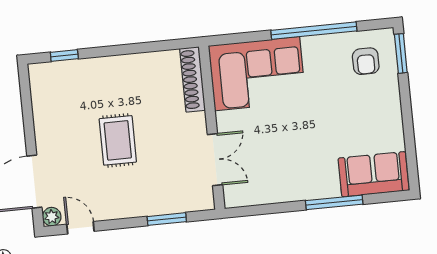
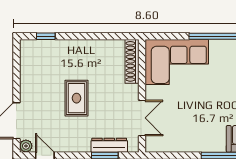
dresser: (172, 204) -> (109, 145), added

